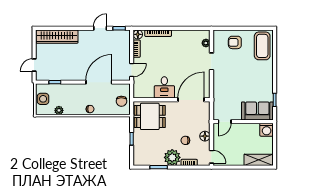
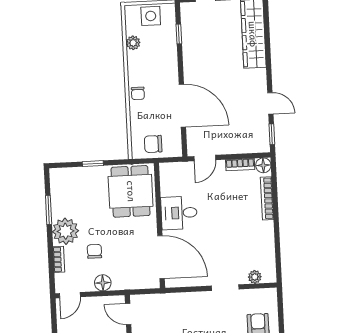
door: (132, 70) -> (205, 158), hinge flipped

